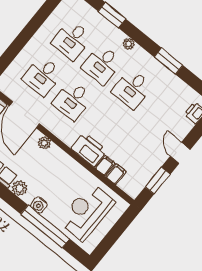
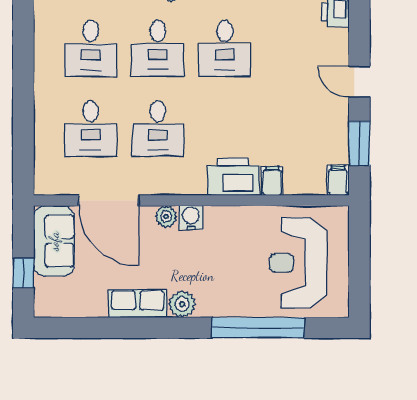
filing cabinet: (116, 174) -> (338, 181), moved
water cooler: (39, 205) -> (191, 217), moved, turned 180

